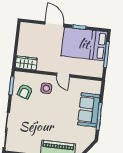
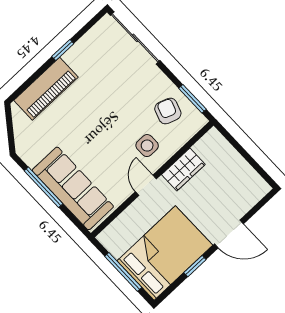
wardrobe: (26, 63) -> (183, 169), moved
door: (63, 75) -> (146, 185), hinge flipped
sofa: (89, 110) -> (73, 188), width x1.36

